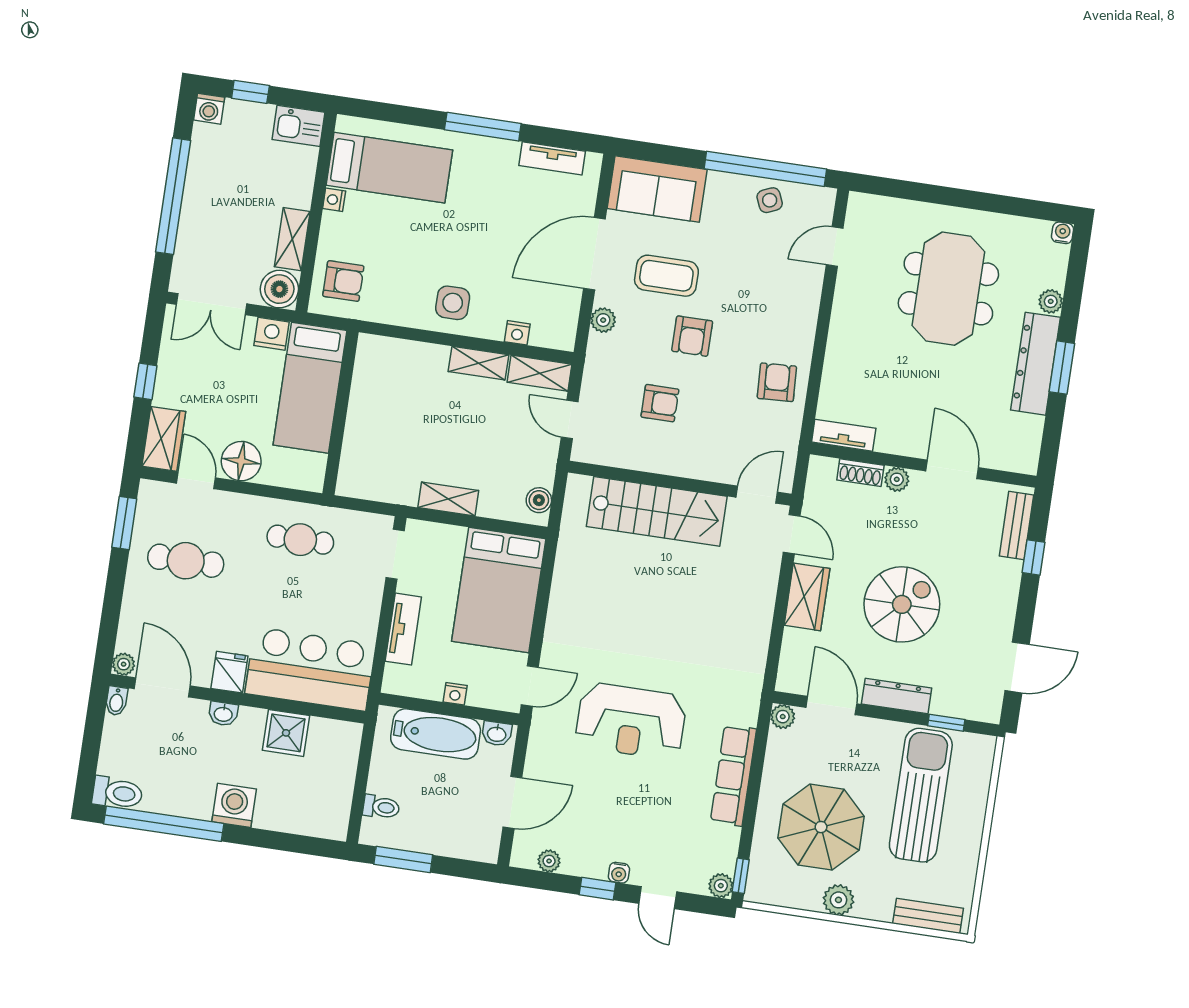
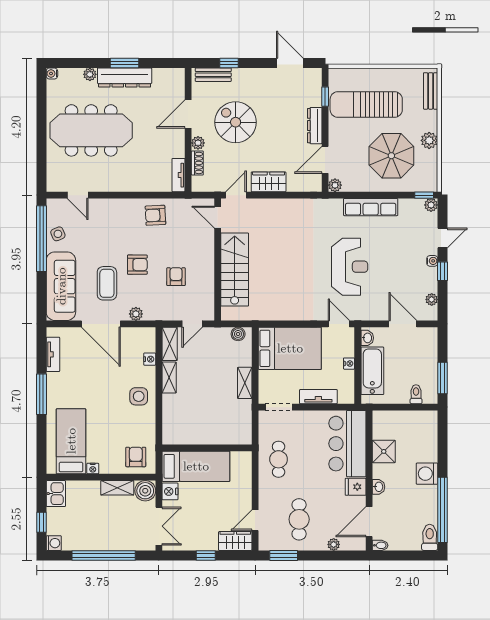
sofa: (657, 189) -> (61, 286), width x1.36
meeting table: (948, 289) -> (91, 130), width x1.36
floor lamp: (241, 461) -> (241, 497), removed
spiral stairs: (902, 604) -> (236, 122), moved
plant: (124, 664) -> (334, 544), moved

